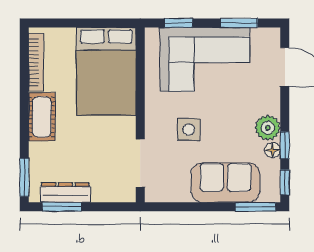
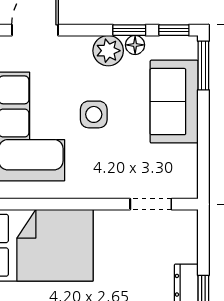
side table: (189, 130) -> (94, 114), moved
doorway: (140, 163) -> (151, 204), width x0.73

